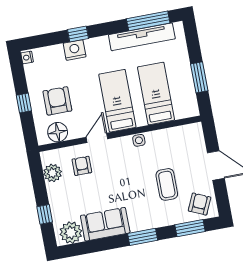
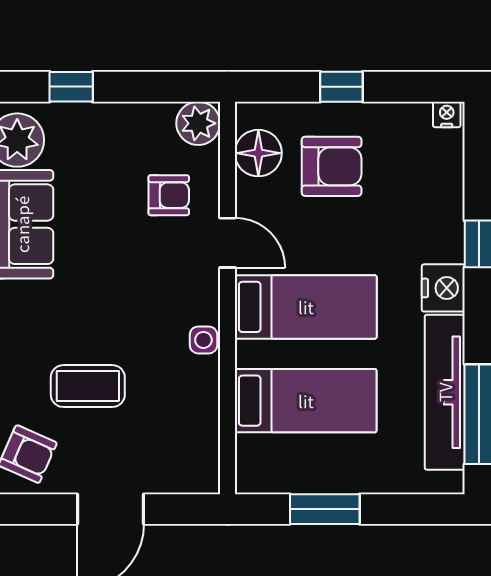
nightstand: (75, 50) -> (443, 288), moved
plant: (53, 173) -> (198, 123), moved

